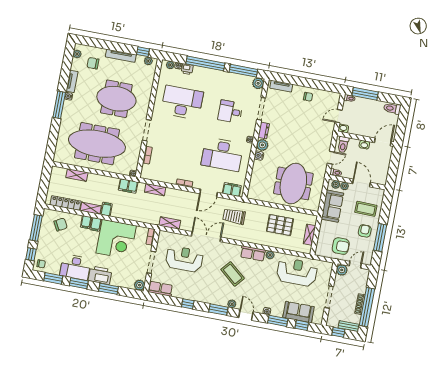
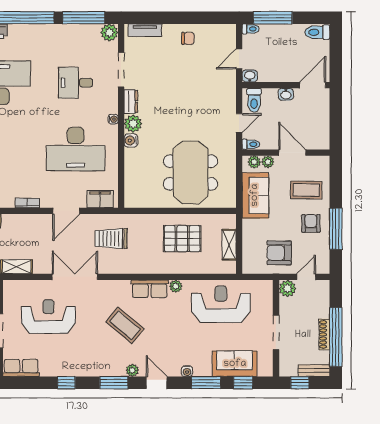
armchair: (341, 246) -> (279, 253), turned 180

